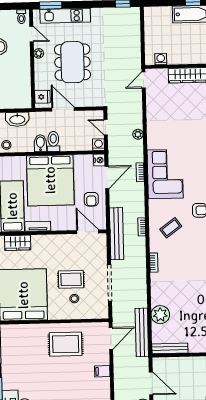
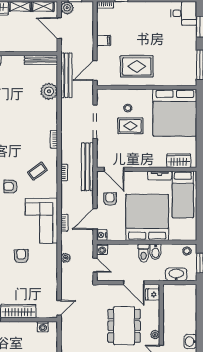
armchair: (186, 135) -> (21, 256), added

